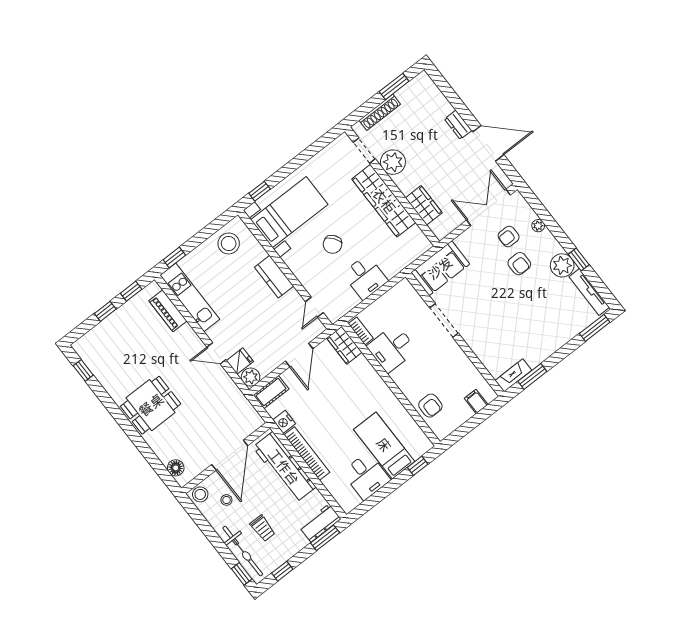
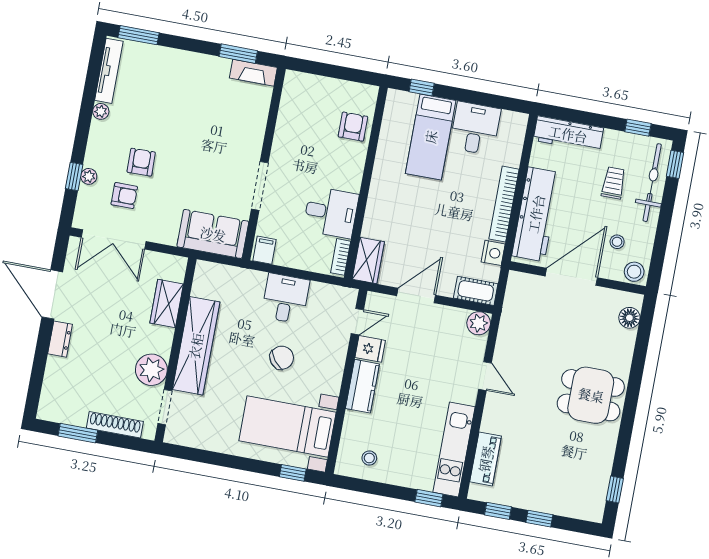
stool: (229, 243) -> (369, 458), width x0.53, depth x0.53
window: (579, 260) -> (74, 177), moved
plant: (562, 265) -> (101, 111), width x0.53, depth x0.53
fridge: (240, 361) -> (370, 349), moved, turned 180
filing cabinet: (476, 401) -> (265, 250), moved, turned 180
workbench: (320, 523) -> (568, 134), width x1.38
window: (325, 538) -> (569, 115), removed

